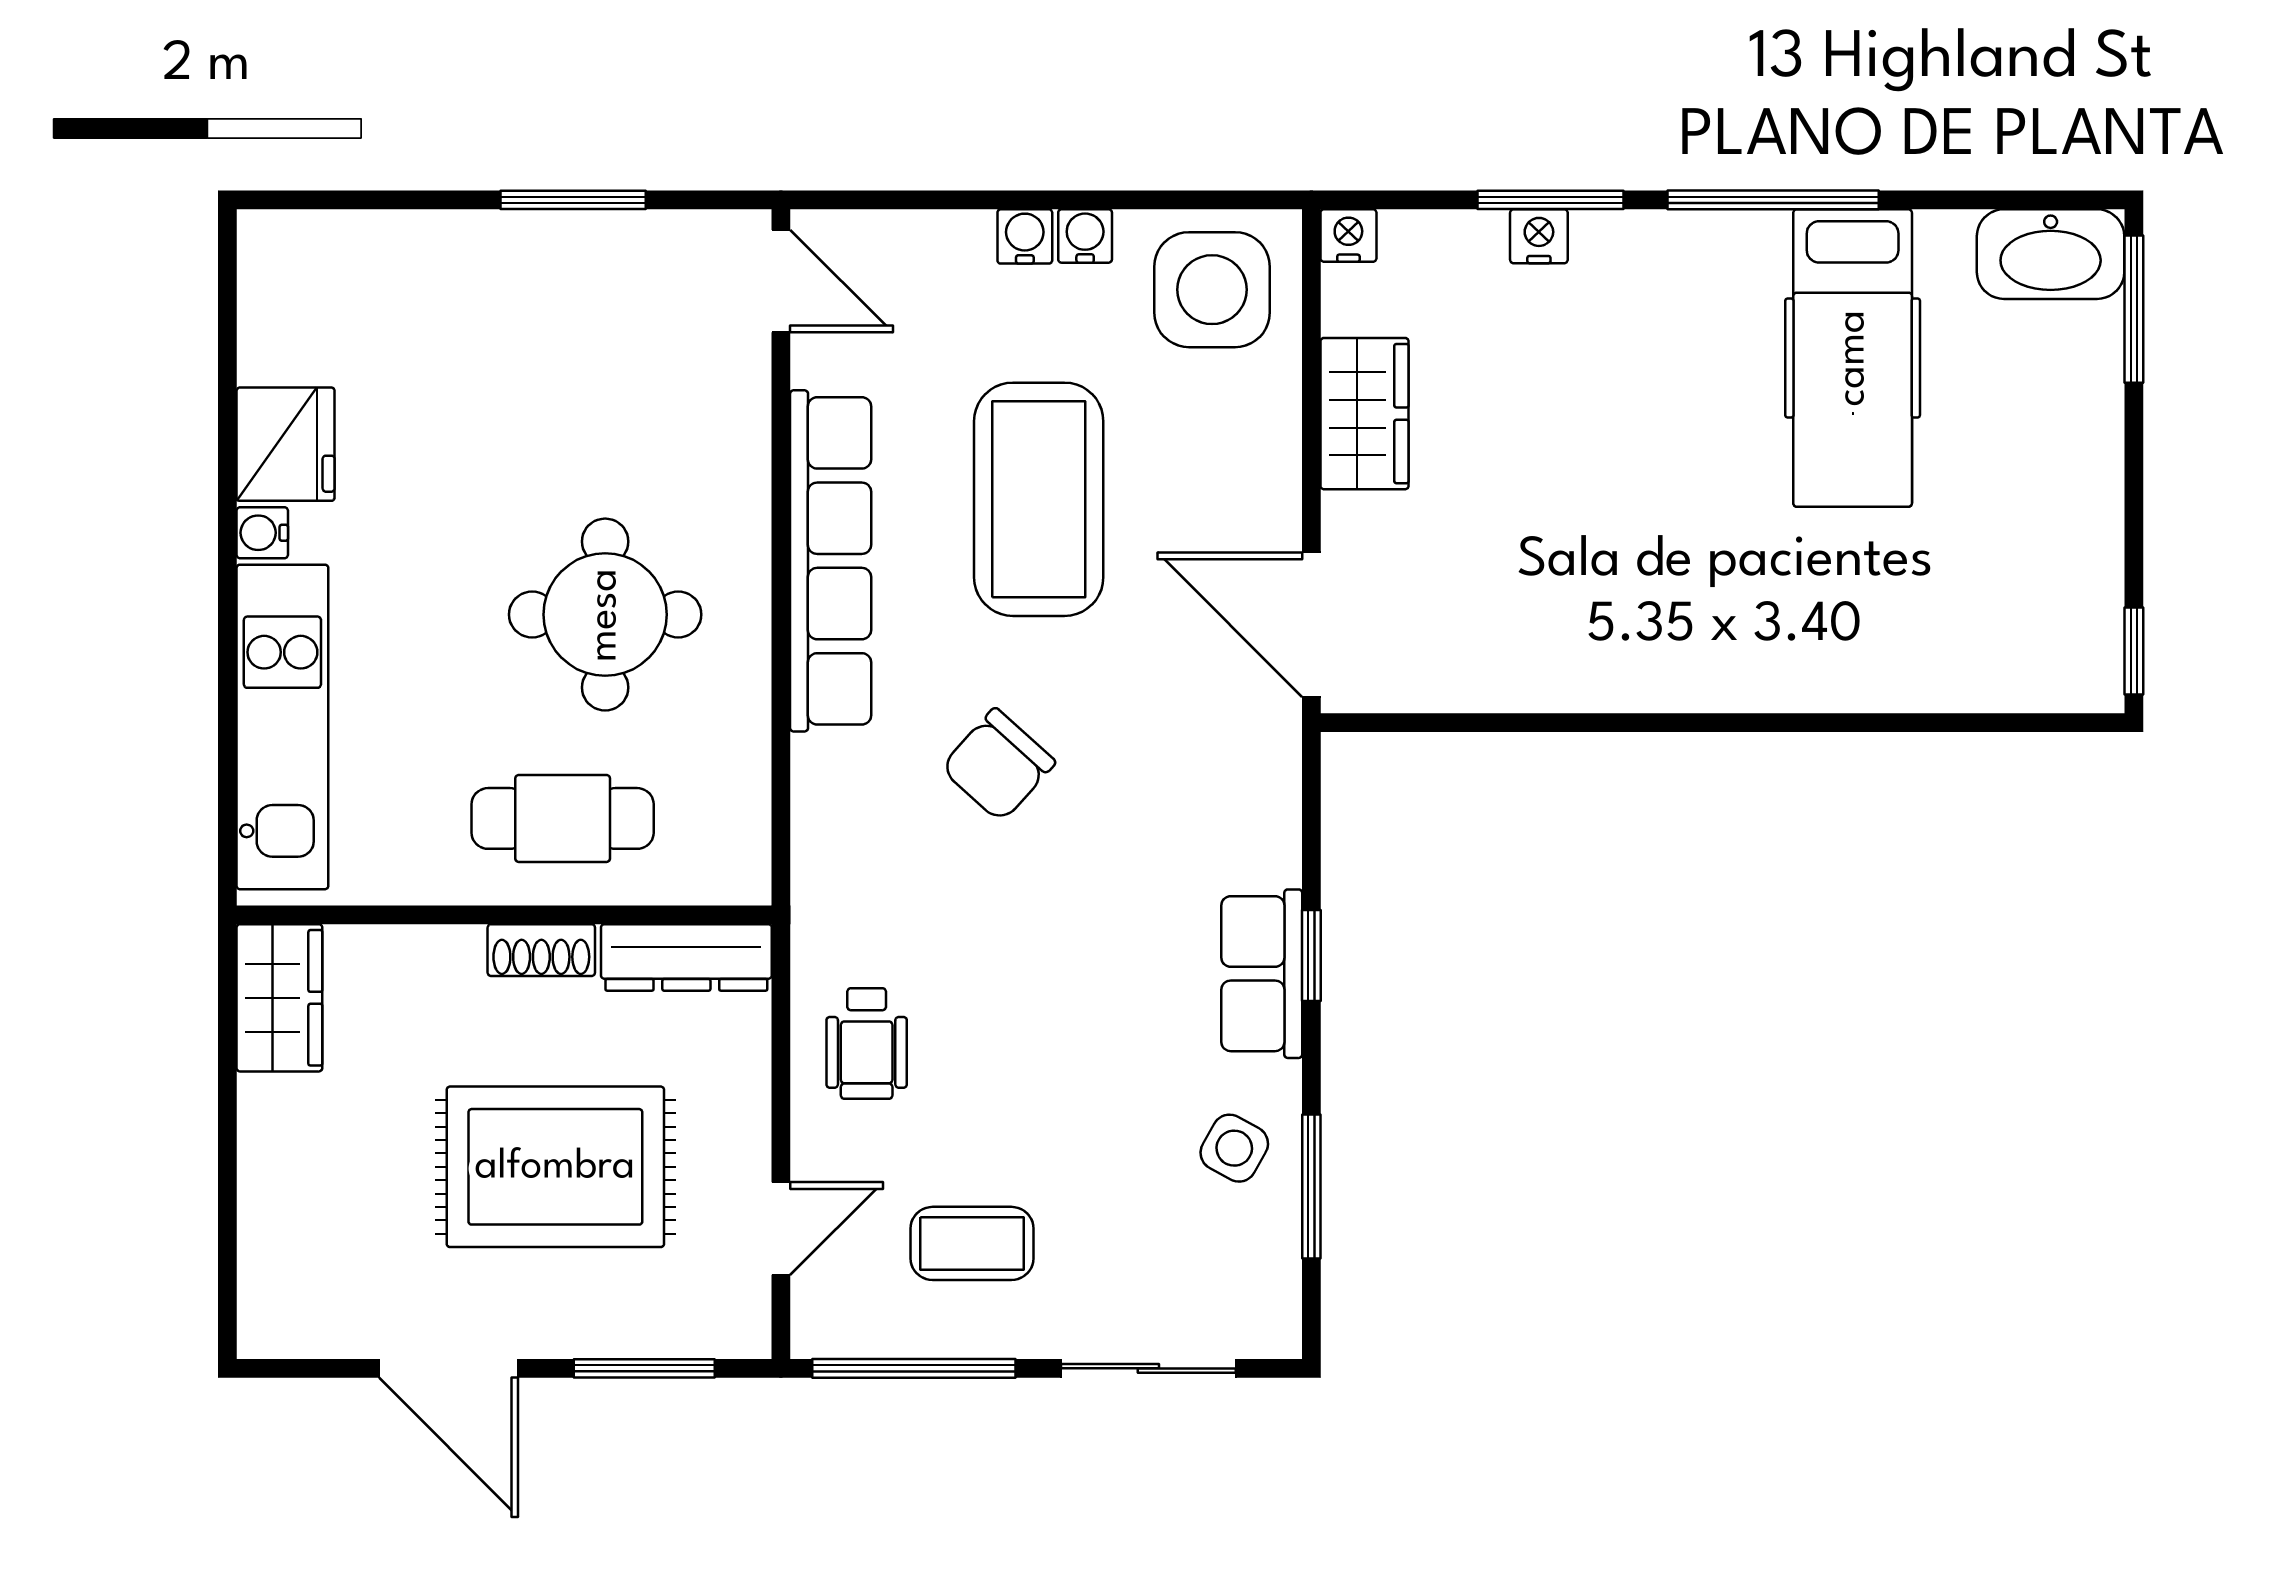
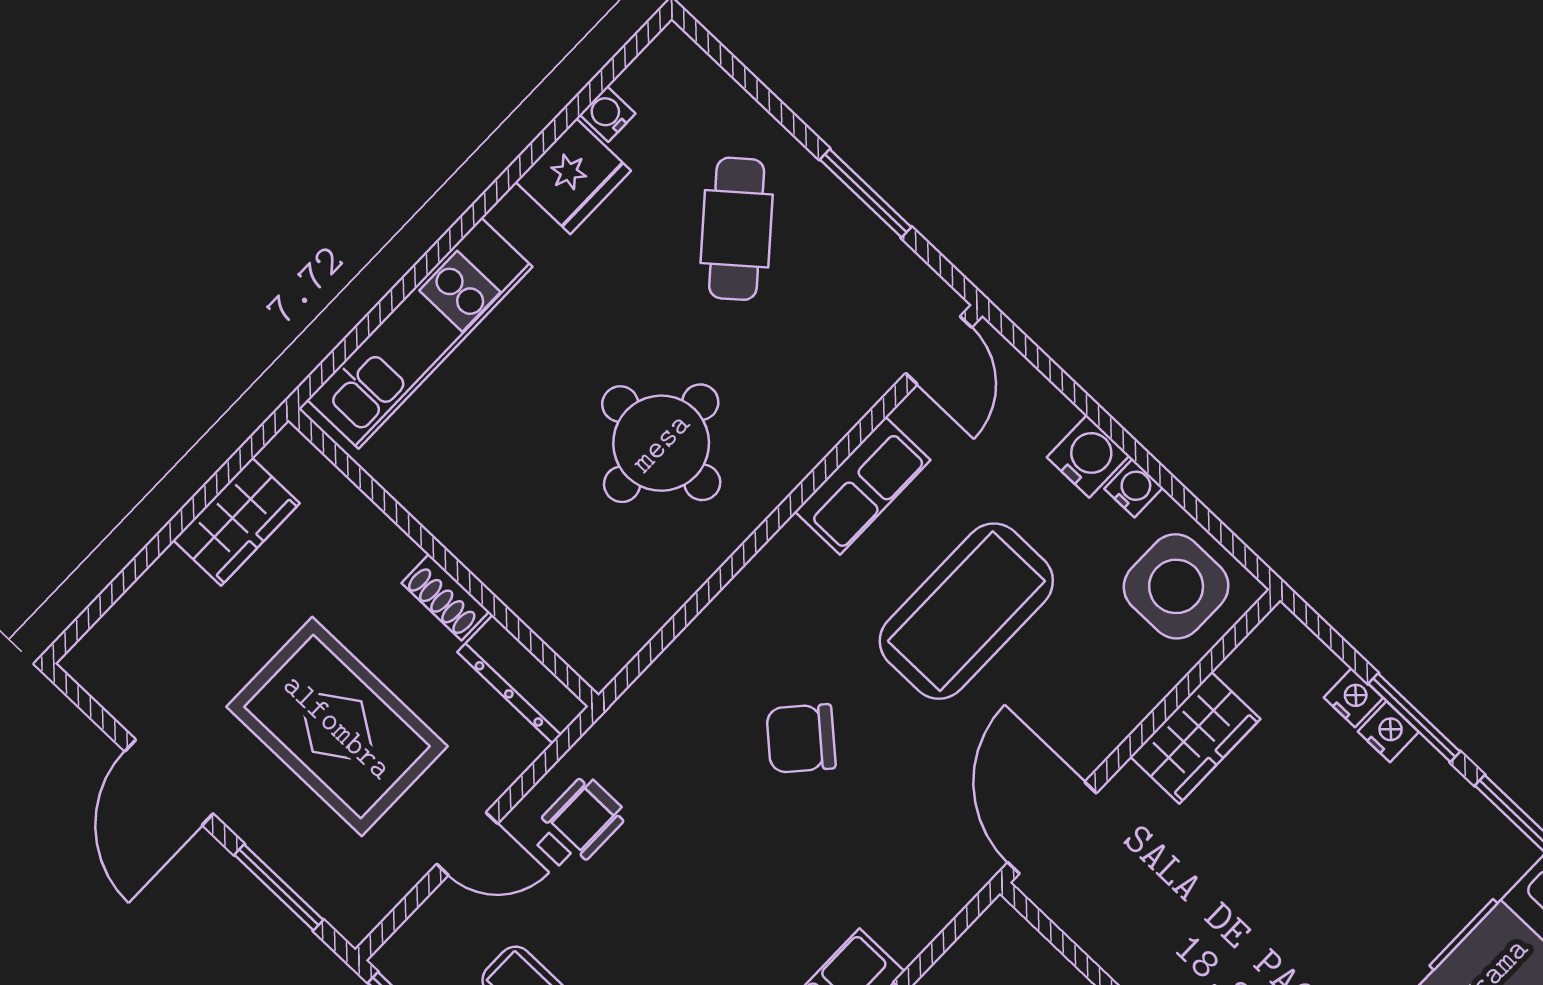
nightstand: (1348, 235) -> (1353, 698), moved
water cooler: (1025, 236) -> (1088, 456), width x1.38, depth x1.38
water cooler: (262, 533) -> (608, 114), moved
row of seats: (831, 561) -> (863, 486), width x0.50
cafe table: (563, 818) -> (737, 229), moved, turned 50
wardrobe: (279, 998) -> (236, 522), moved
wheelchair: (867, 1043) -> (578, 824), turned 180
door: (781, 1228) -> (467, 844), moved

